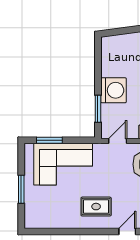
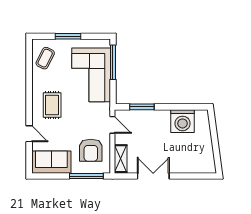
washing machine: (114, 90) -> (183, 121), moved
window: (49, 140) -> (113, 62), width x1.44
coffee table: (45, 214) -> (45, 58), added

